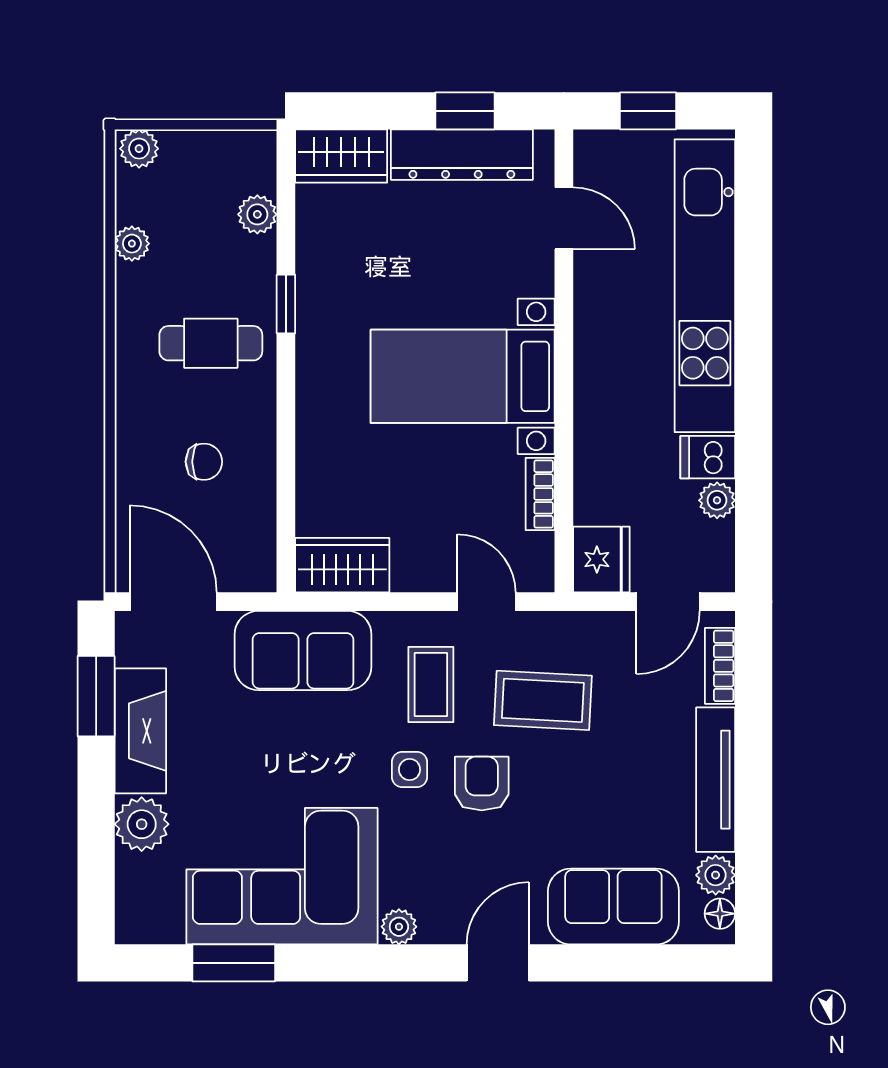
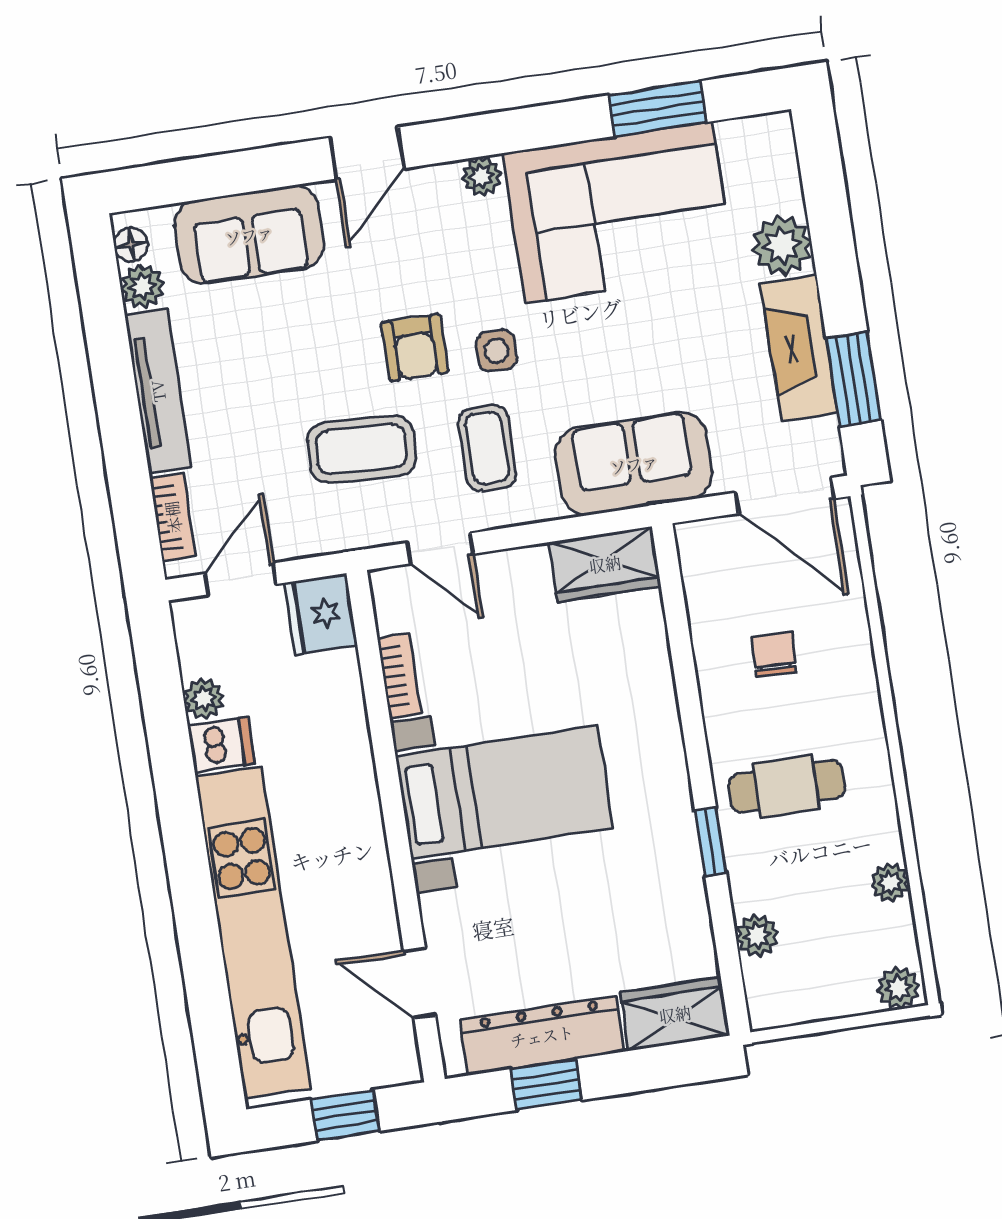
chair: (204, 462) -> (774, 655), turned 92

